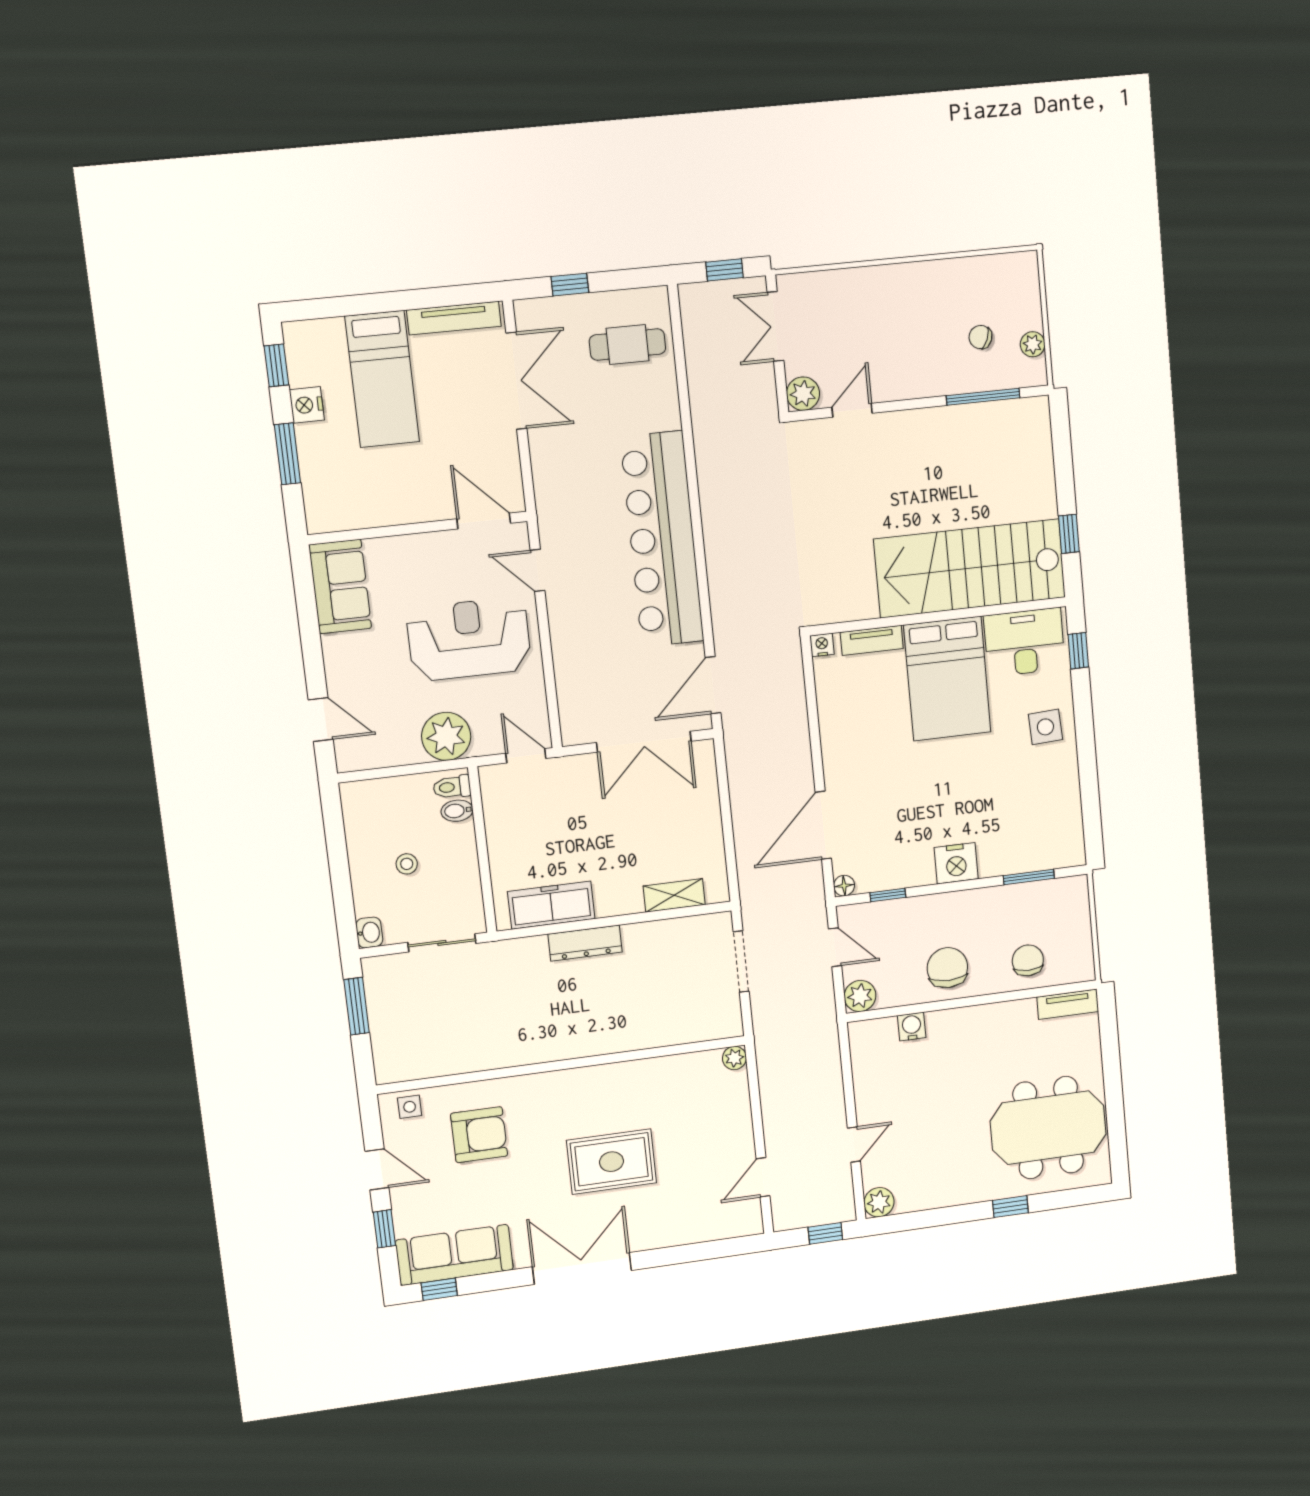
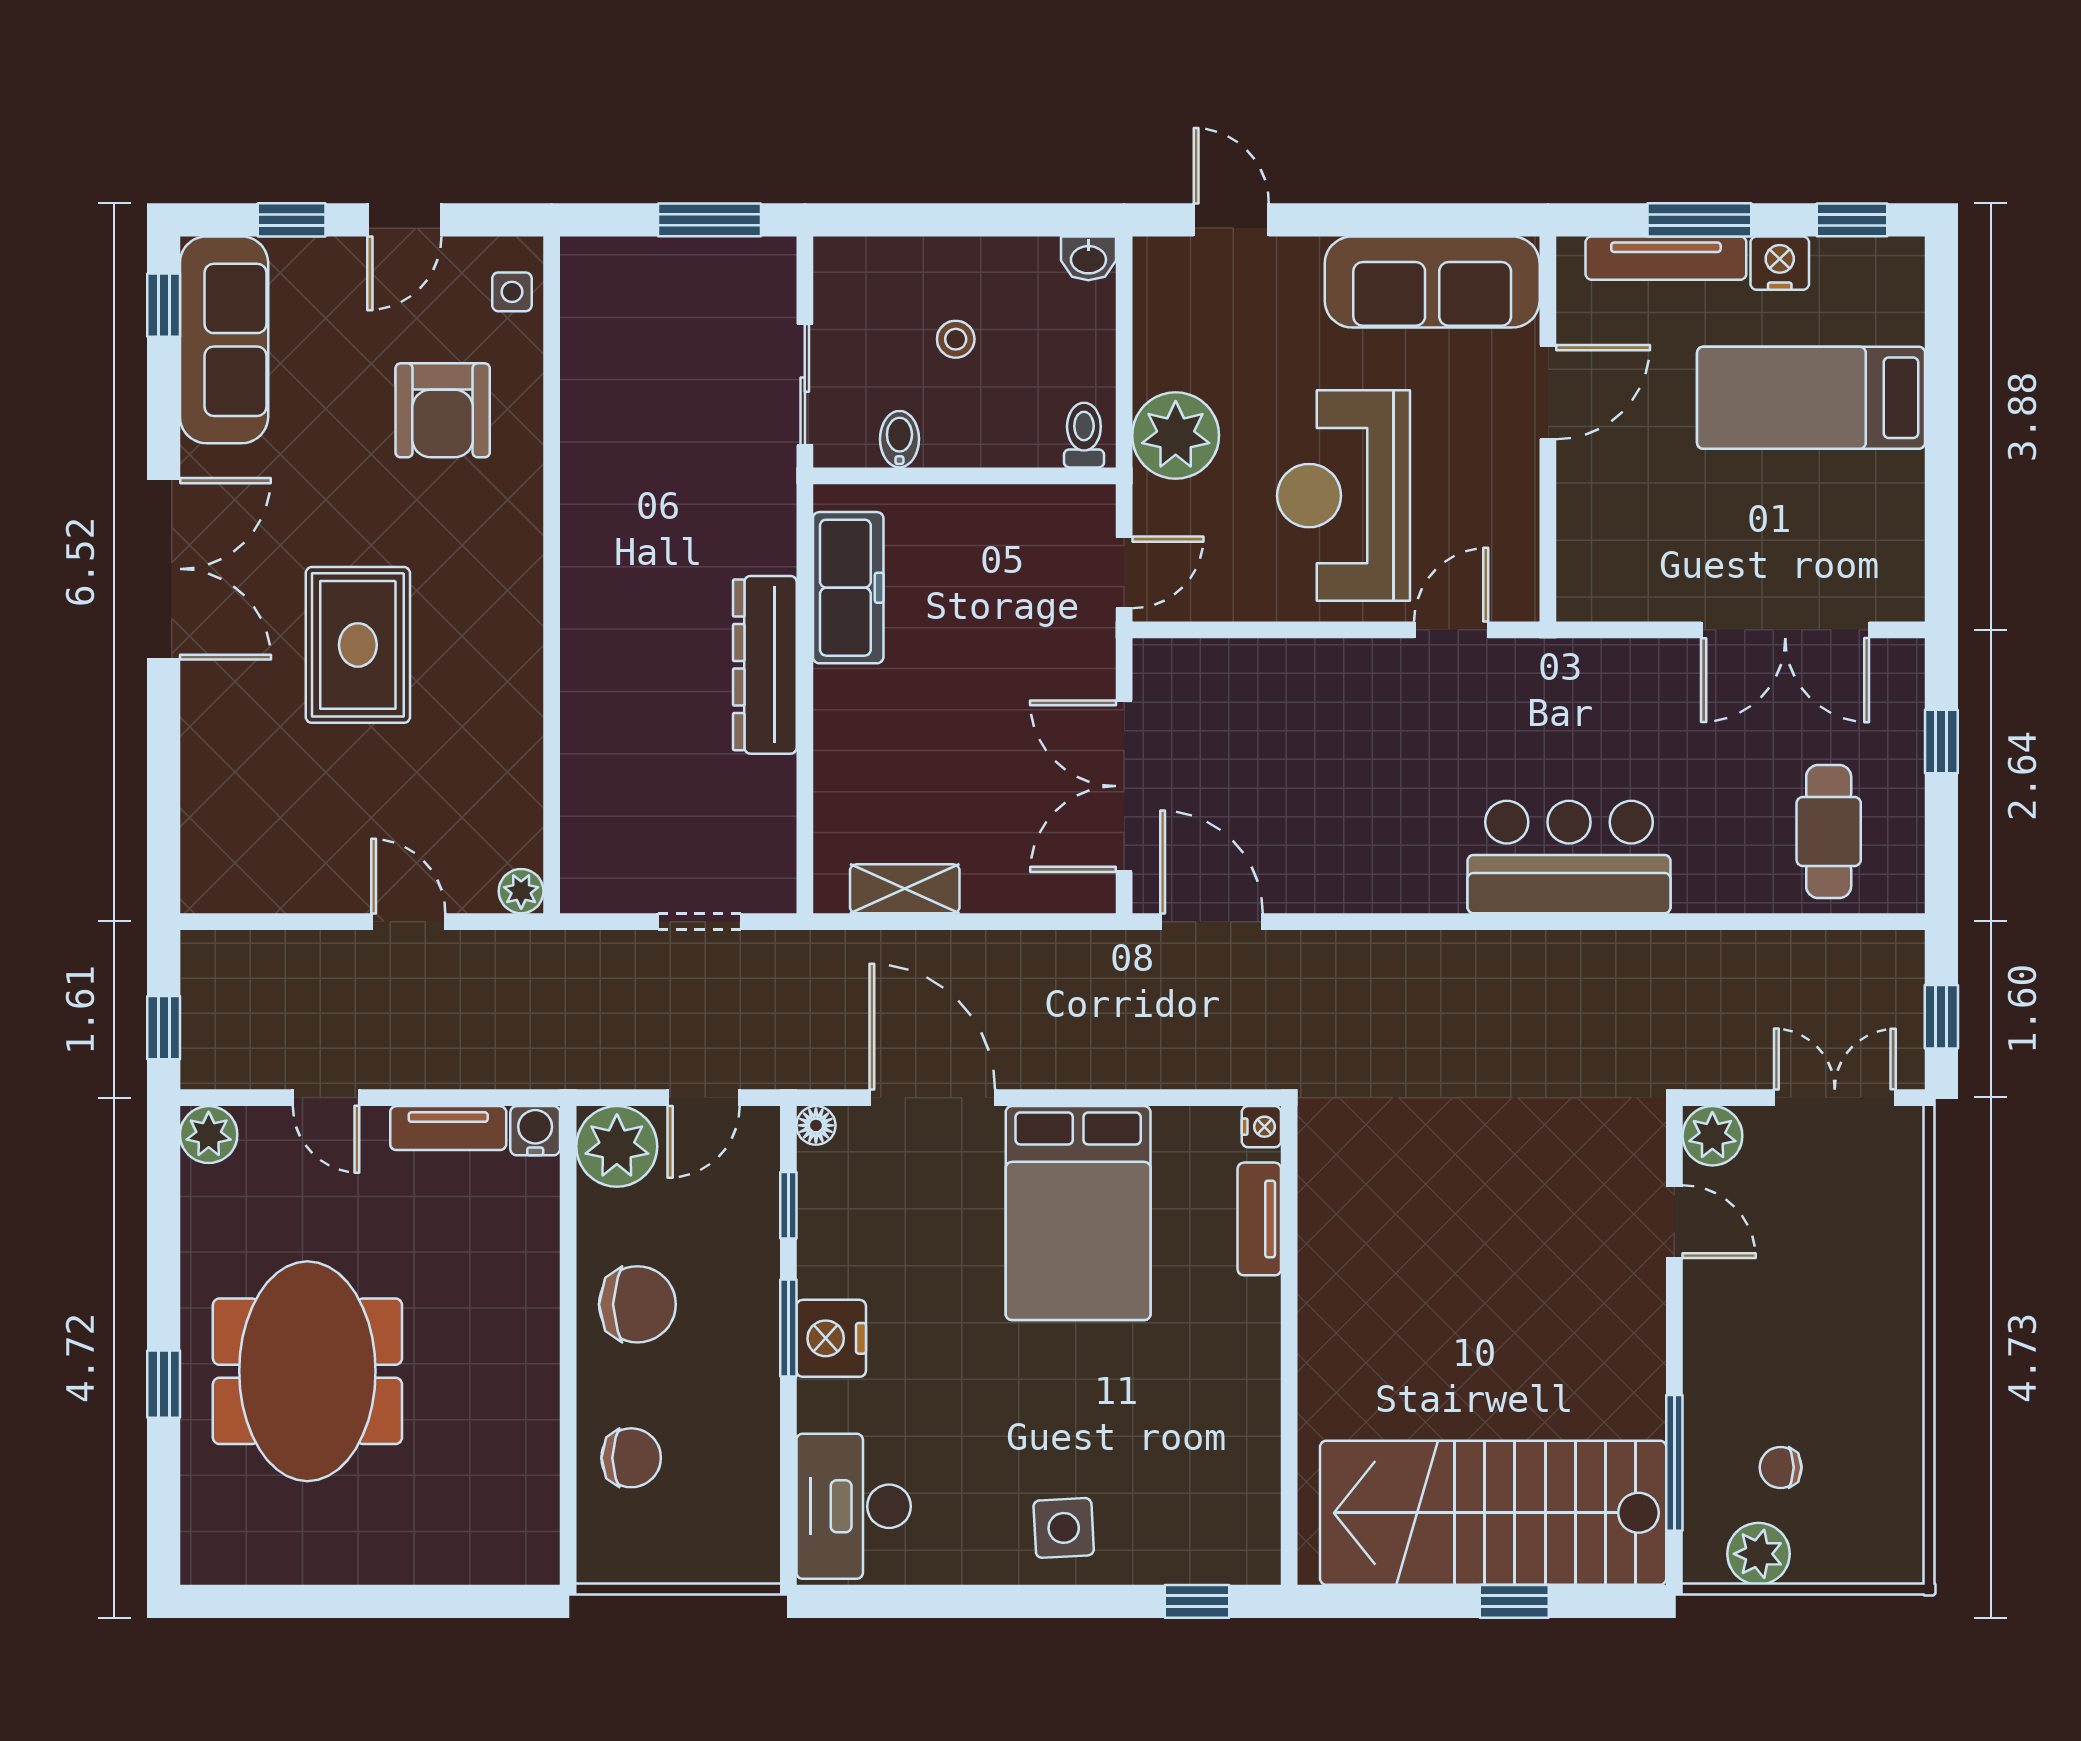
tv unit: (454, 318) -> (1666, 258), moved, turned -90
chair: (980, 337) -> (1781, 1467), turned -111
plant: (1033, 344) -> (1758, 1554), width x1.38, depth x1.38
door: (484, 521) -> (1548, 392), moved
window: (1069, 534) -> (1514, 1601), moved
bar counter: (662, 539) -> (1569, 857), width x0.54
stairs: (970, 568) -> (1493, 1513), moved, turned -90
sofa: (340, 586) -> (1432, 282), width x1.36
reception desk: (469, 639) -> (1344, 496), turned 180
desk: (1024, 642) -> (854, 1506), moved, turned 180
bed: (947, 679) -> (1078, 1213), moved, turned -90
door: (321, 720) -> (1231, 220), swing flipped
bidet: (457, 811) -> (899, 439), moved
window: (1029, 877) -> (788, 1328), moved
shelving: (674, 895) -> (905, 889), moved, turned 90
washbasin: (369, 932) -> (1088, 258), moved
dresser: (585, 943) -> (765, 665), width x1.37, depth x1.24
doorway: (741, 962) -> (700, 922), width x0.73
plant: (860, 996) -> (617, 1146), width x1.36, depth x1.36
tv unit: (1068, 1004) -> (448, 1128), moved, turned -90
water cooler: (912, 1027) -> (535, 1131), moved, turned -90
meeting table: (1048, 1128) -> (307, 1371), moved
door: (763, 1177) -> (408, 922), moved

